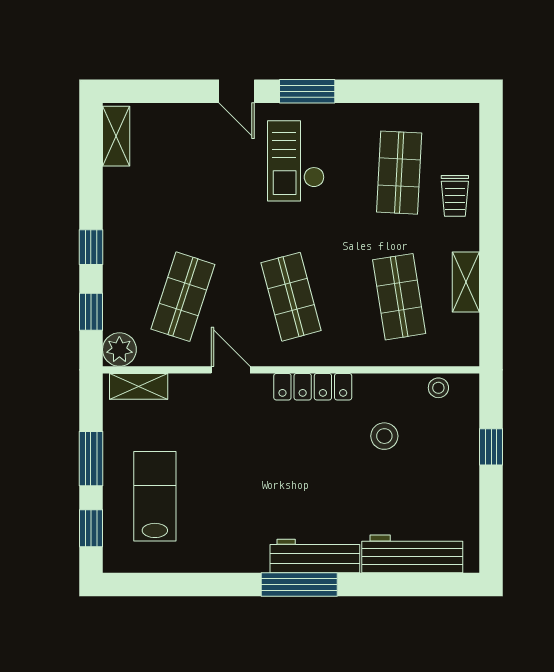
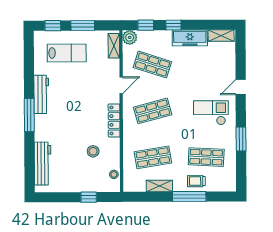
window: (307, 91) -> (241, 139), moved
freezer: (121, 209) -> (190, 38), added
window: (491, 213) -> (189, 197), added
workbench: (315, 556) -> (41, 94), moved

